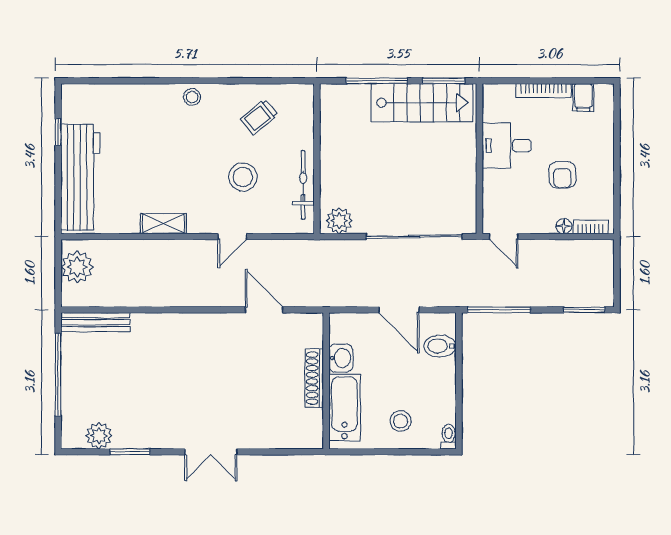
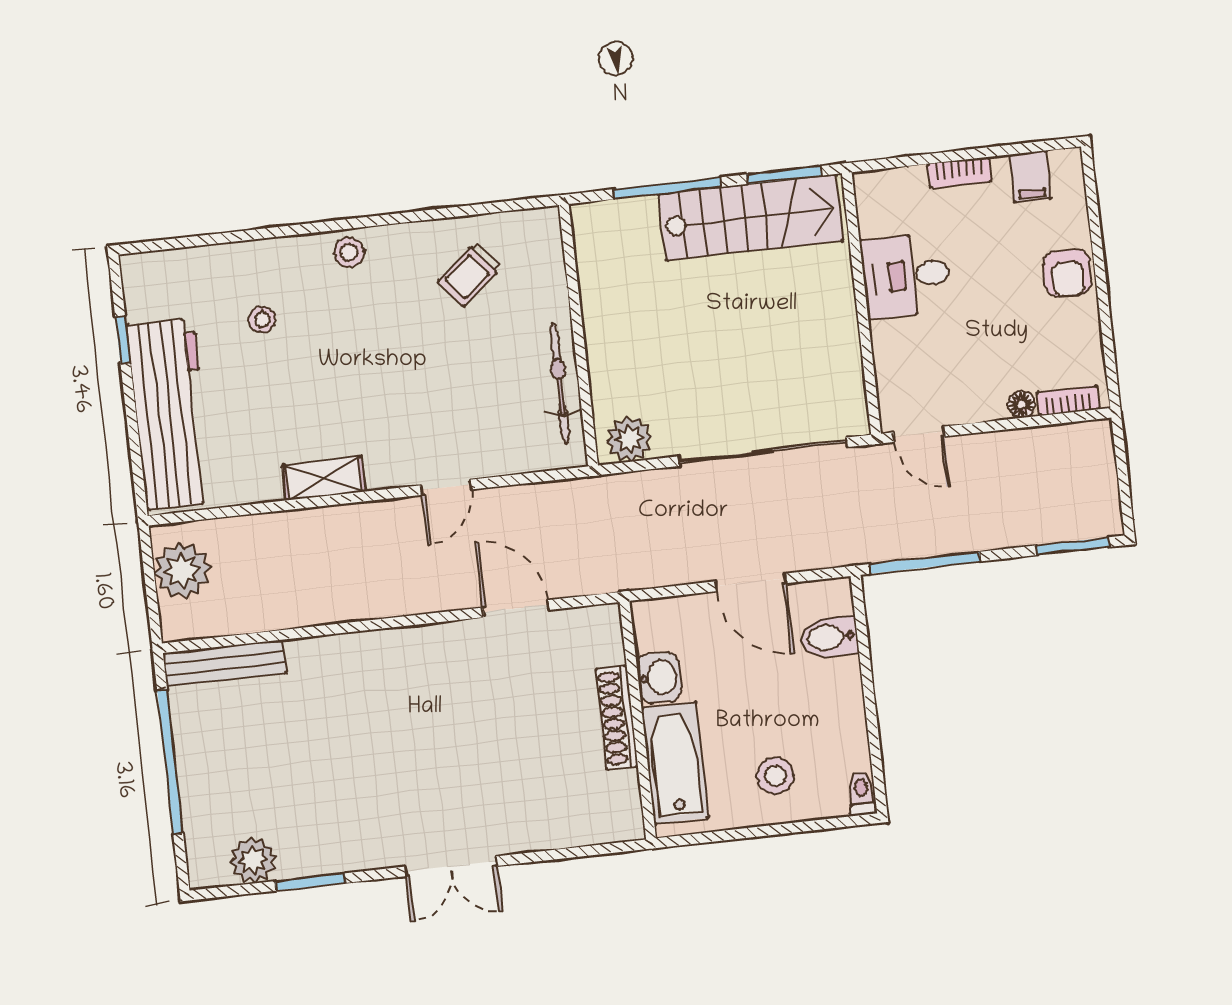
bookcase: (543, 91) -> (960, 173), width x0.64
armchair: (562, 175) -> (1067, 273), moved
stool: (243, 177) -> (262, 320), moved, width x0.53, depth x0.53

